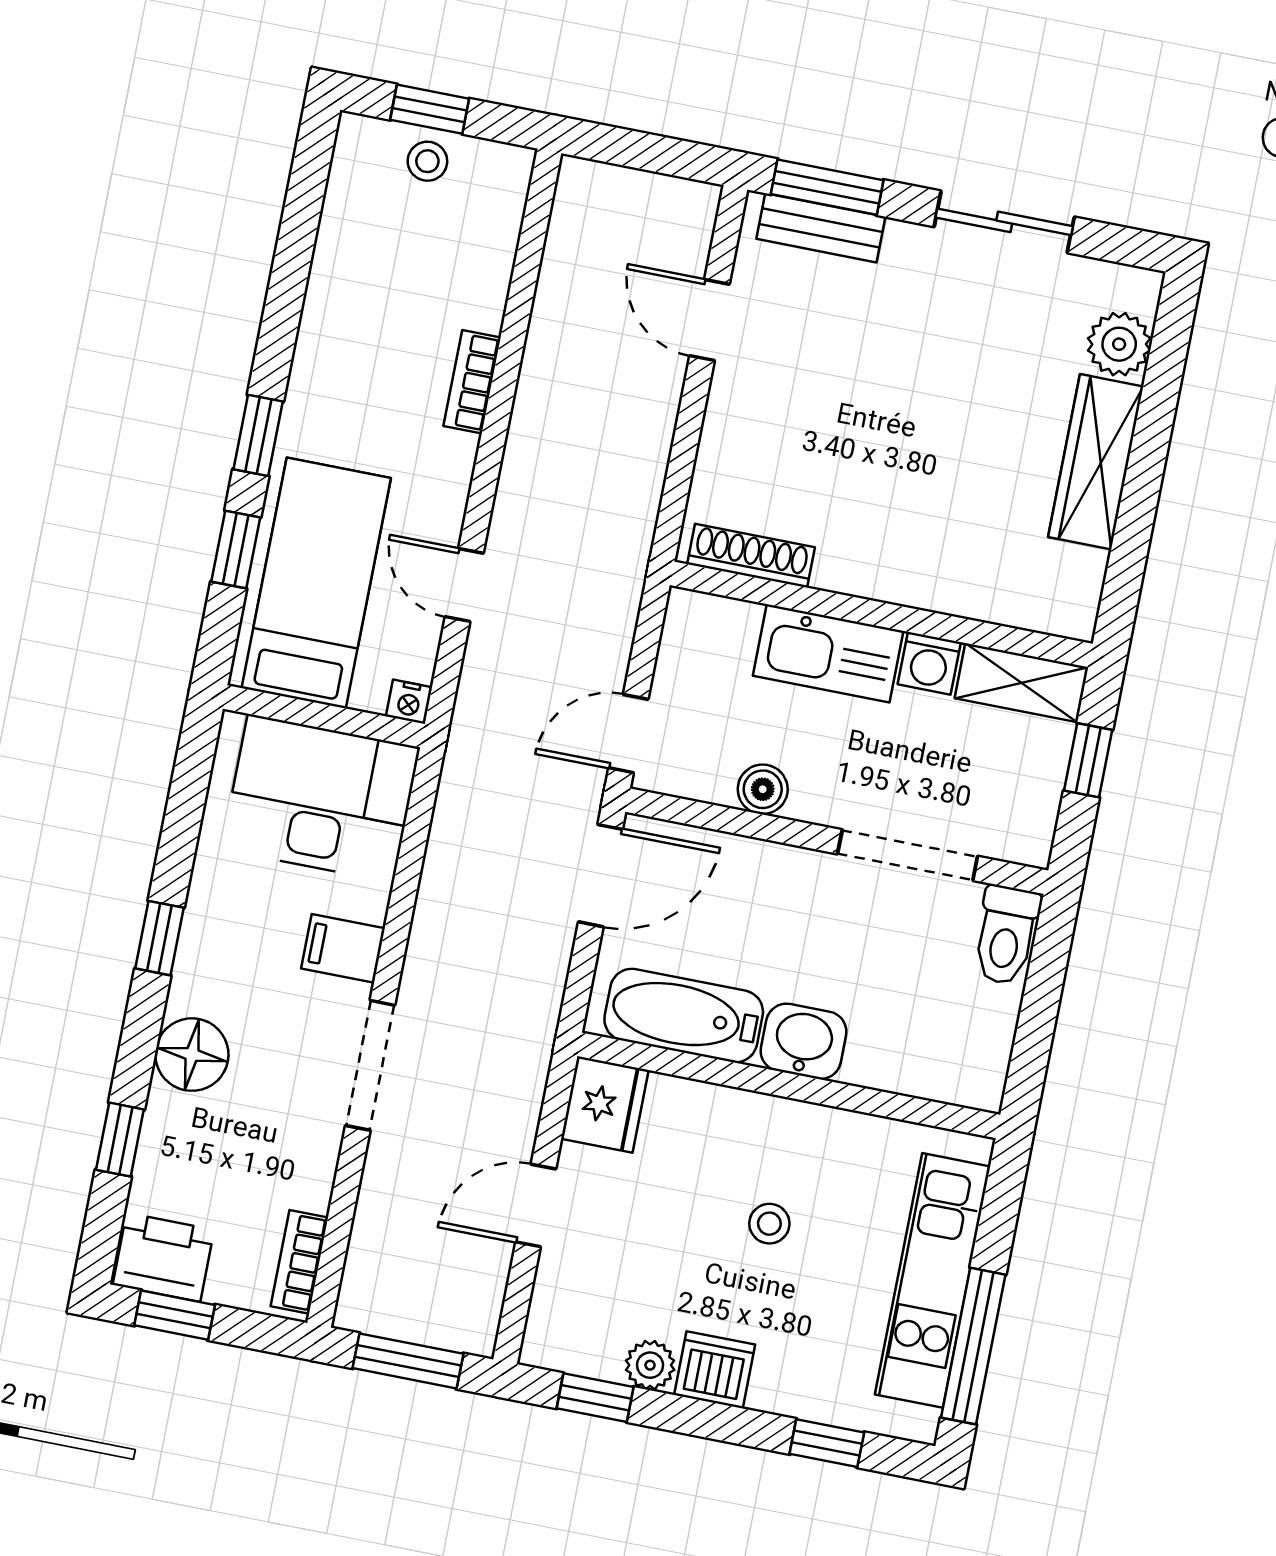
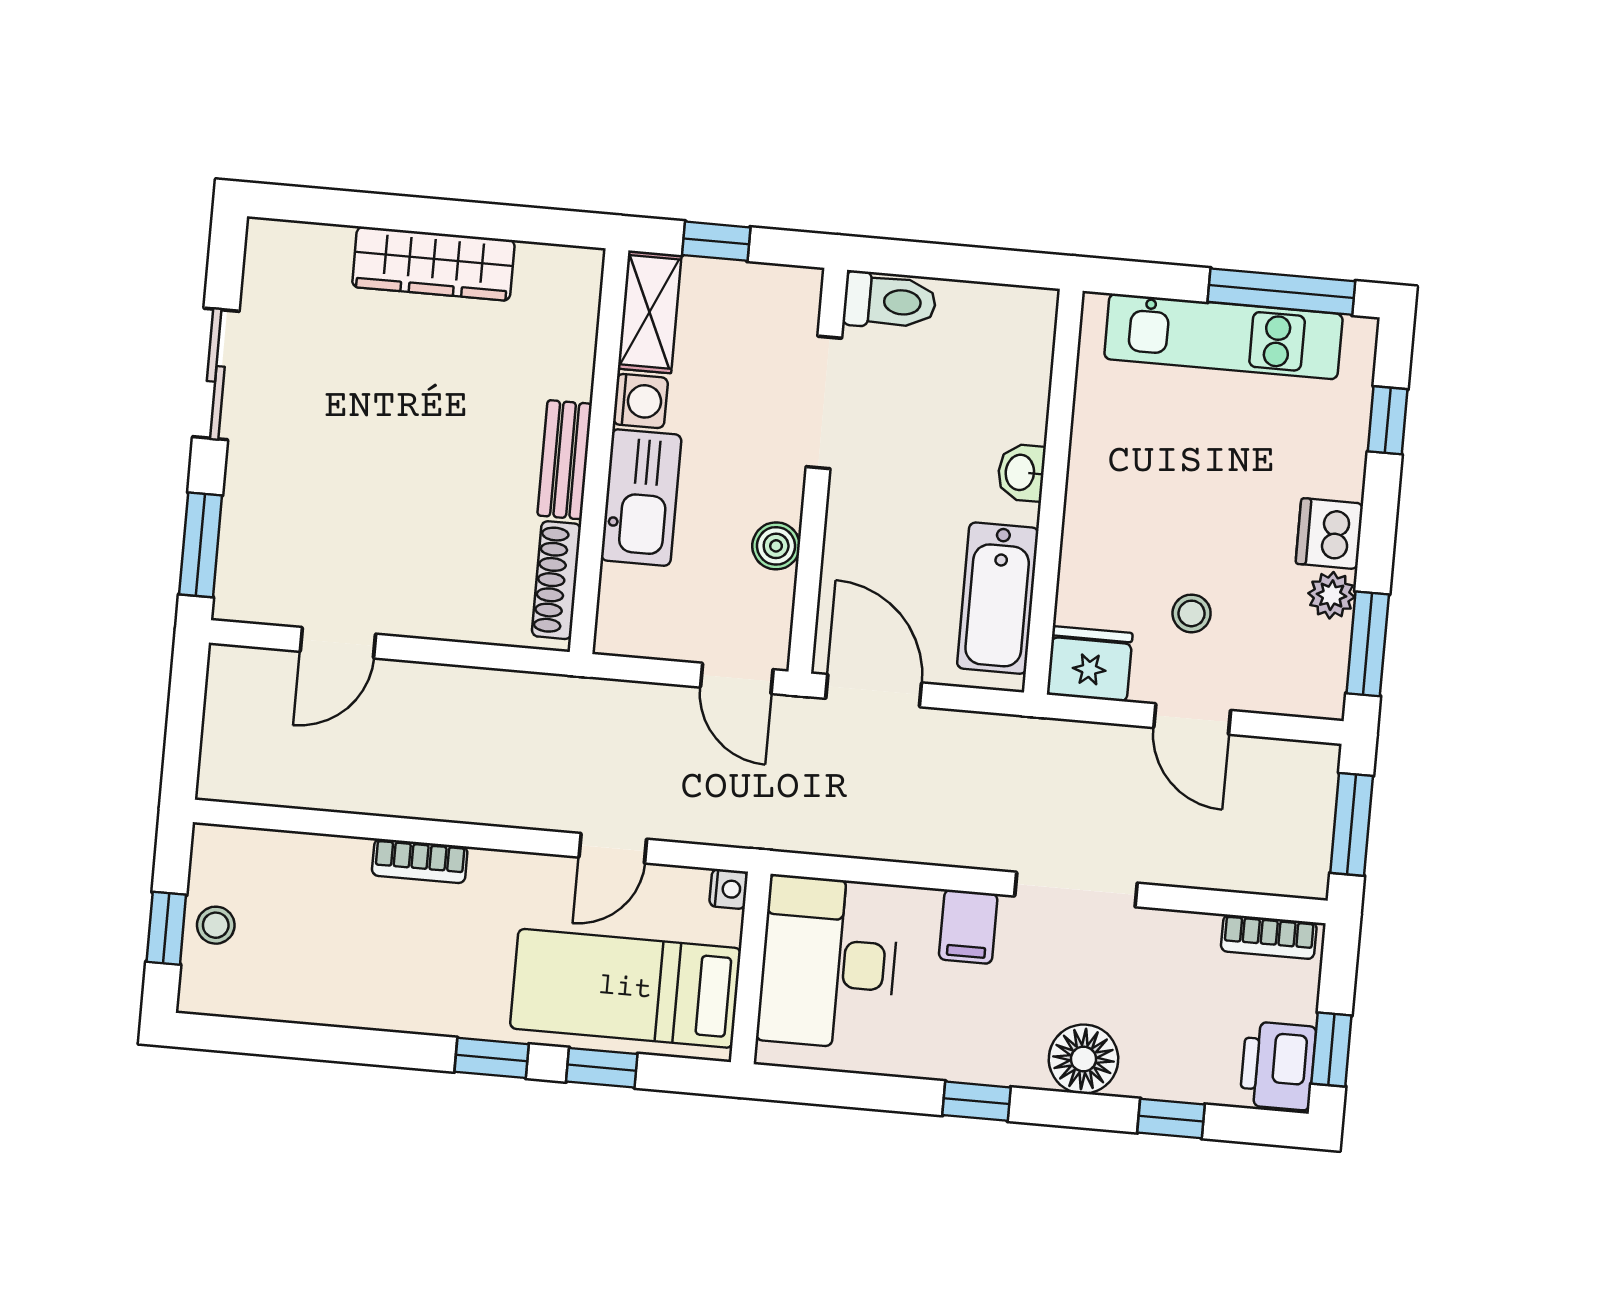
bench: (821, 228) -> (565, 460), moved
plant: (1119, 344) -> (320, 253), removed
washbasin: (804, 1041) -> (1021, 473), width x0.72, depth x0.69
stool: (769, 1224) -> (1192, 613), moved
window: (595, 1398) -> (1368, 644), width x1.50

